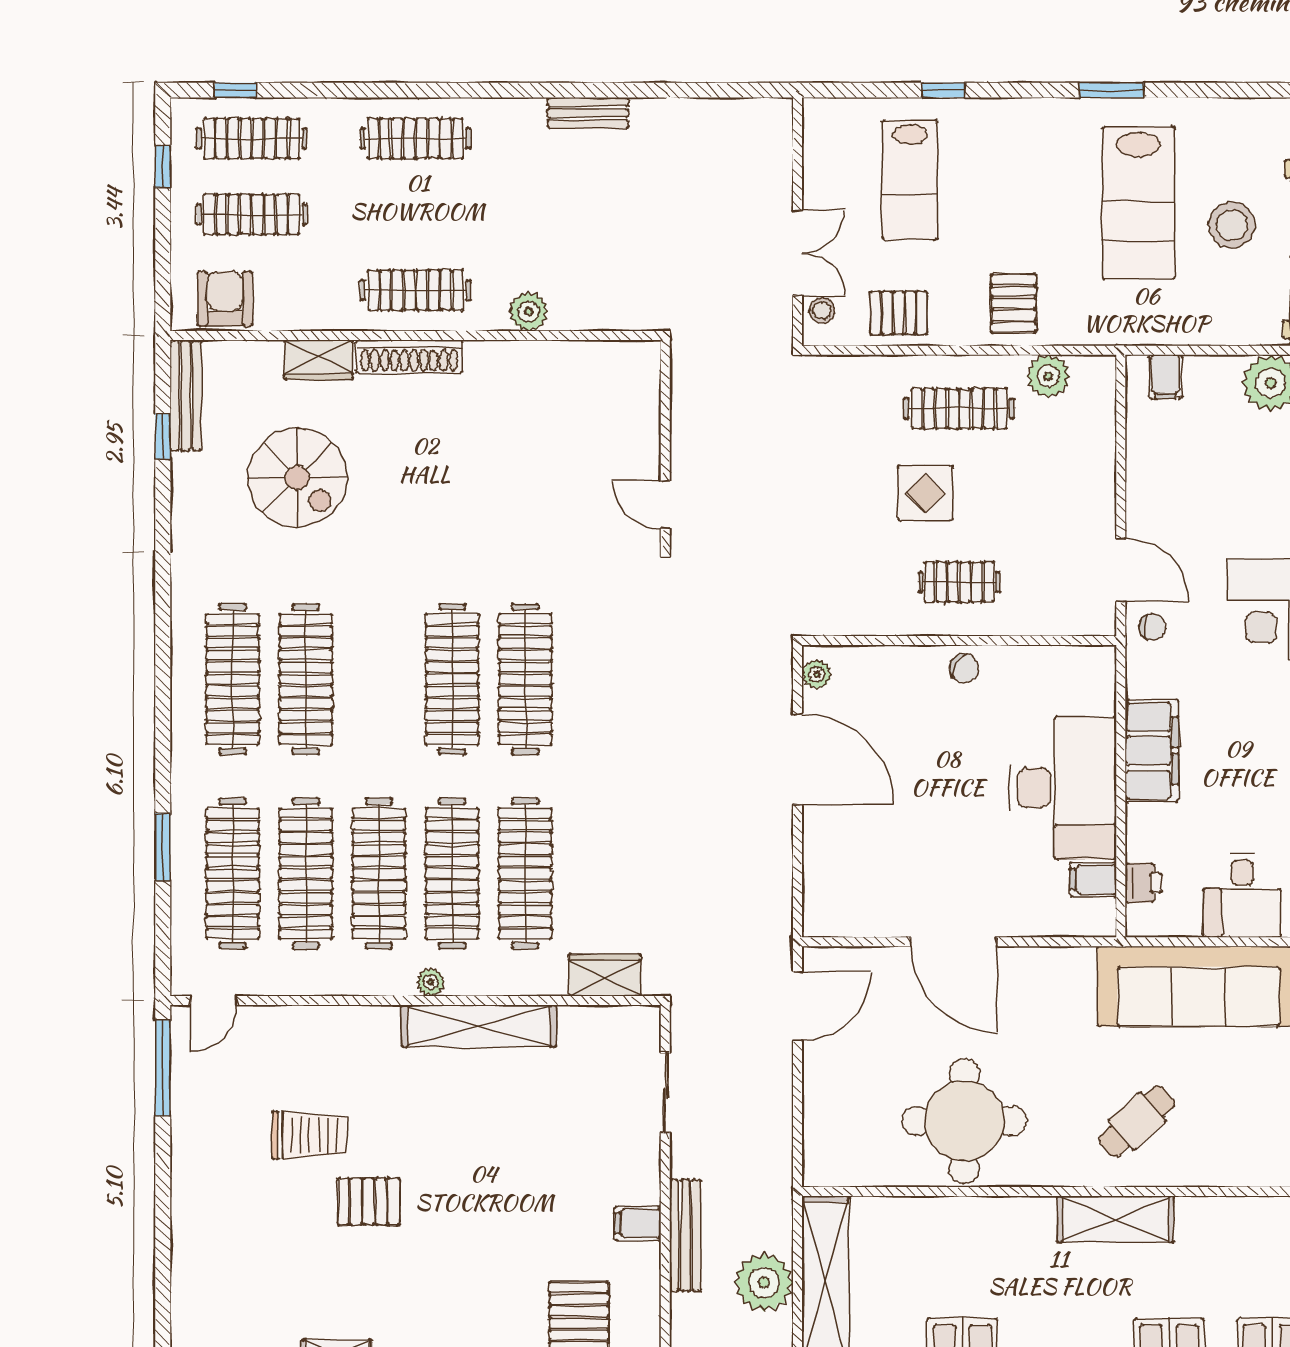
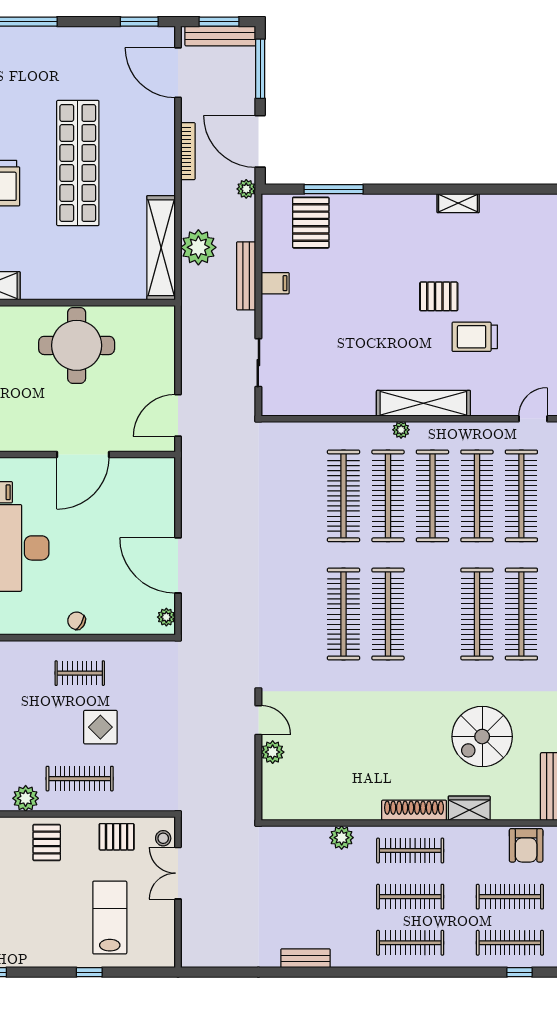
clothes rail: (415, 214) -> (410, 897), added
plant: (642, 452) -> (273, 752), added
spiral stairs: (297, 478) -> (482, 737), turned -90
door: (954, 942) -> (83, 454), swing flipped
wardrobe: (605, 975) -> (295, 434), removed
shelving: (479, 1026) -> (423, 403), moved

